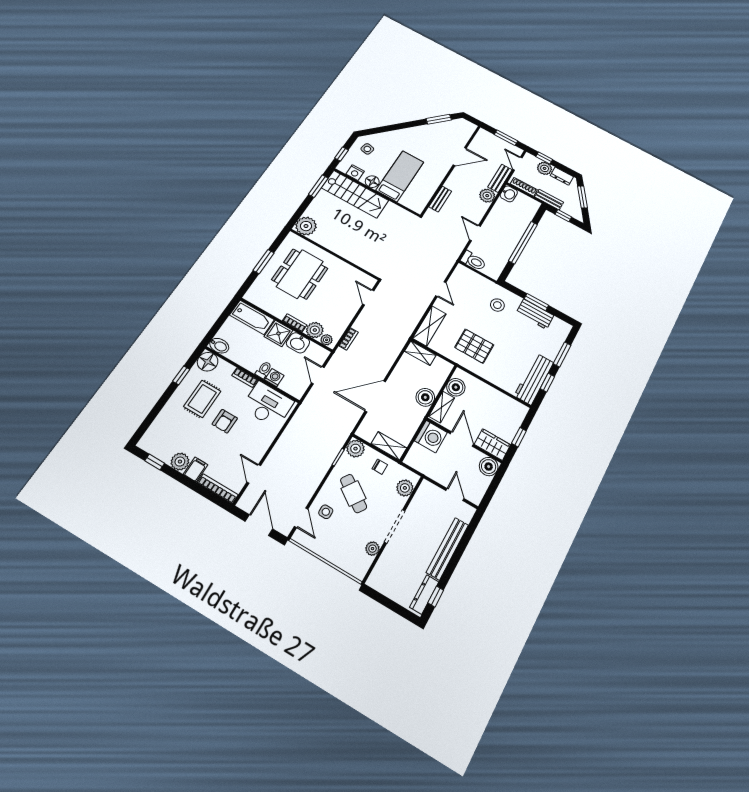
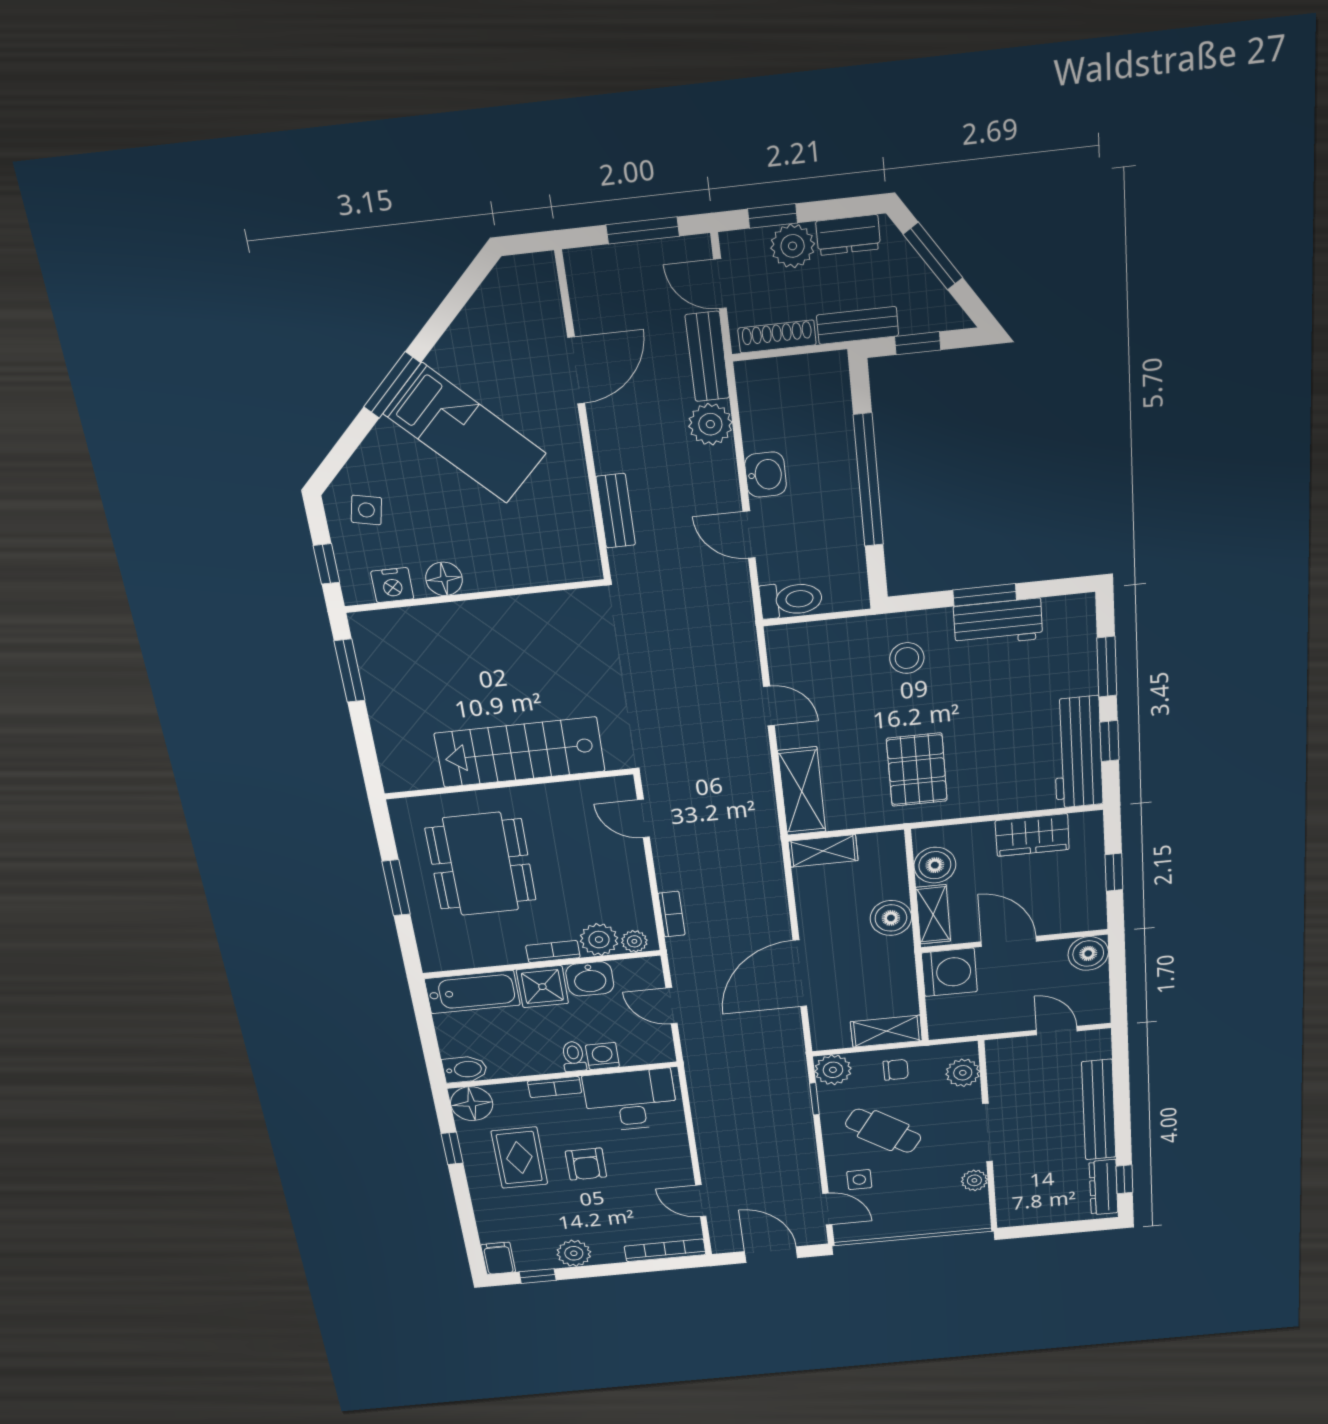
window: (439, 119) -> (392, 385), moved
bed: (400, 176) -> (465, 433), moved, turned 135
stairs: (355, 194) -> (520, 752), moved, turned 180
washbasin: (509, 194) -> (766, 475), moved
plant: (306, 226) -> (405, 768), removed
pallet: (474, 346) -> (917, 770), turned 90
wardrobe: (492, 444) -> (1032, 835), moved, turned 180
filing cabinet: (196, 469) -> (498, 1258), moved

